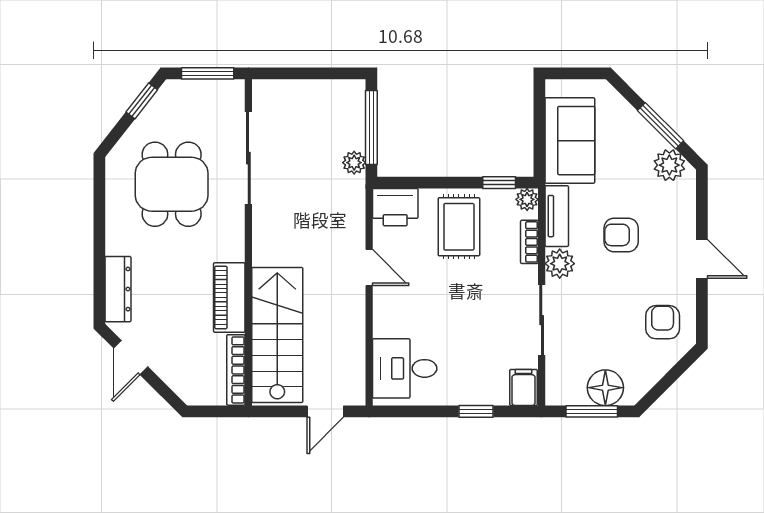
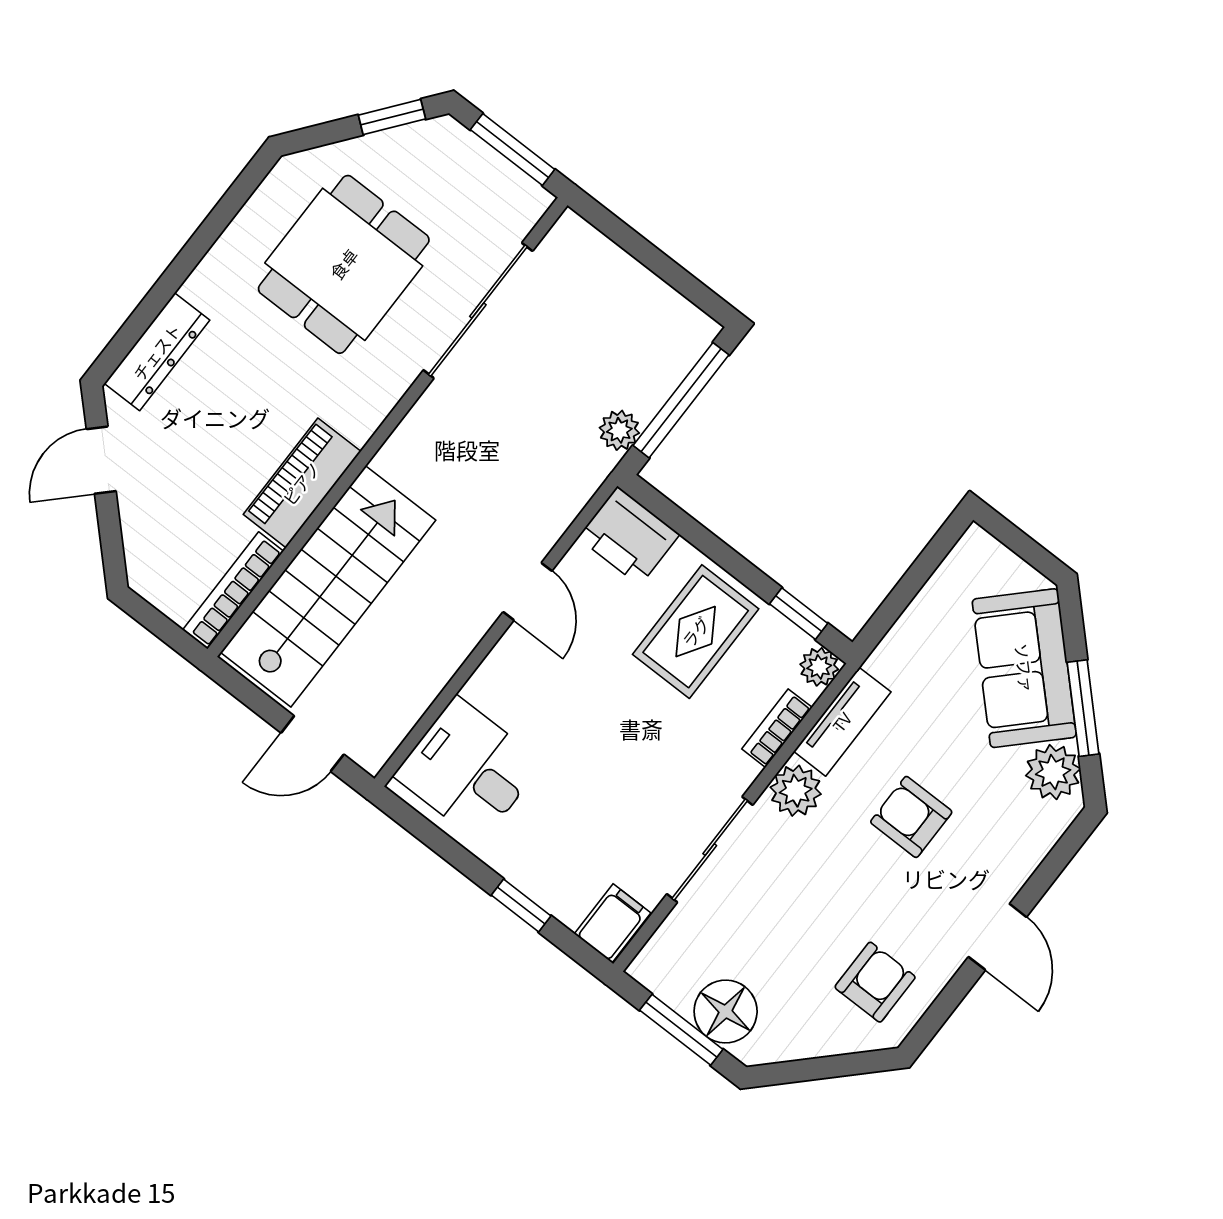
sofa: (570, 141) -> (1024, 668), moved, turned 135

